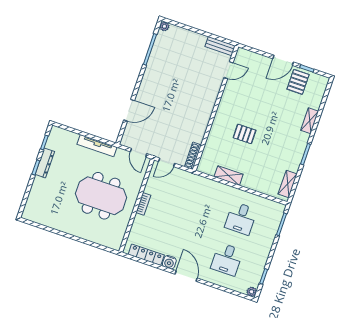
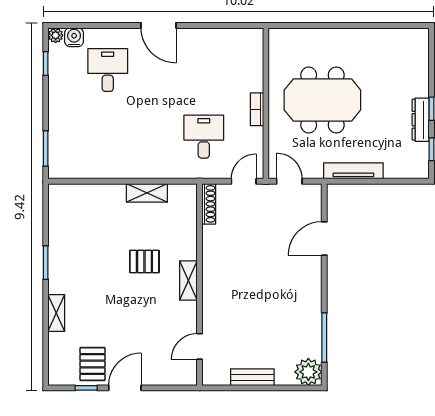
plant: (164, 26) -> (308, 372), width x1.87, depth x1.87
bench: (220, 46) -> (252, 377), moved
shelving: (288, 184) -> (188, 281), moved
desk: (241, 218) -> (204, 137), moved
locker: (146, 255) -> (227, 37), removed
water cooler: (169, 262) -> (74, 37), moved

